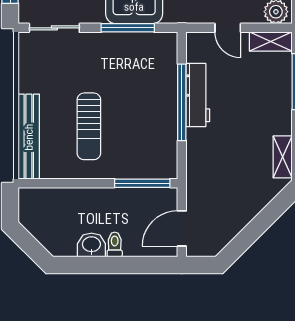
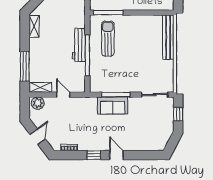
workbench: (198, 95) -> (79, 45), moved
sun lounger: (89, 126) -> (108, 39), moved

